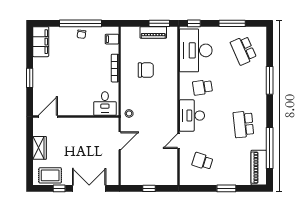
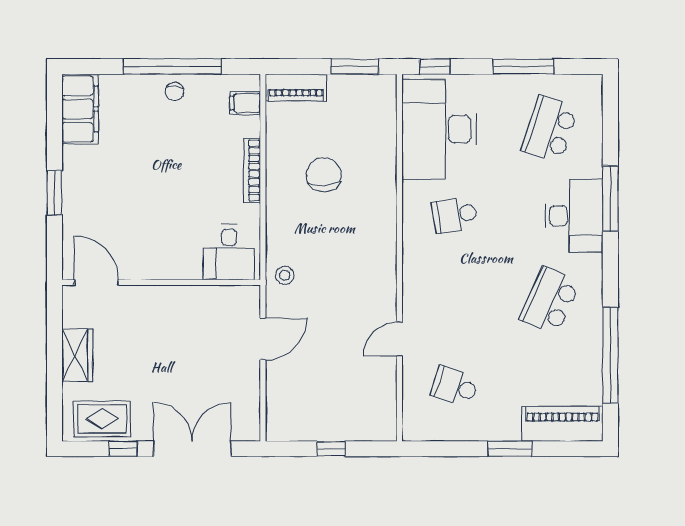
piano: (153, 32) -> (296, 88), moved
school desk: (243, 50) -> (550, 129), turned 42
chair: (146, 70) -> (324, 175), turned -94
desk: (192, 116) -> (574, 216), moved, turned 180
door: (48, 117) -> (96, 282), hinge flipped
school desk: (243, 124) -> (550, 300), turned 30
piano: (259, 168) -> (562, 424), moved, turned 90

